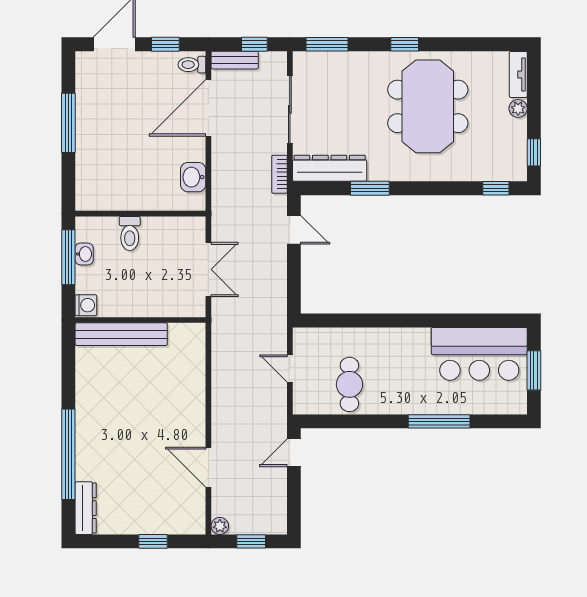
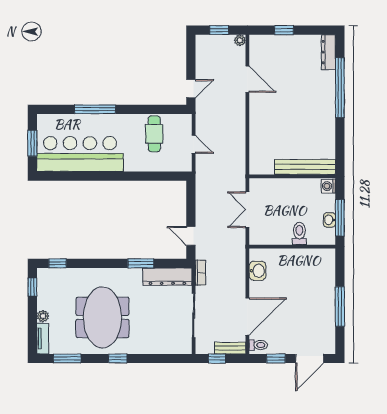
window: (327, 44) -> (67, 358), moved
bar counter: (479, 354) -> (80, 154), width x1.36

